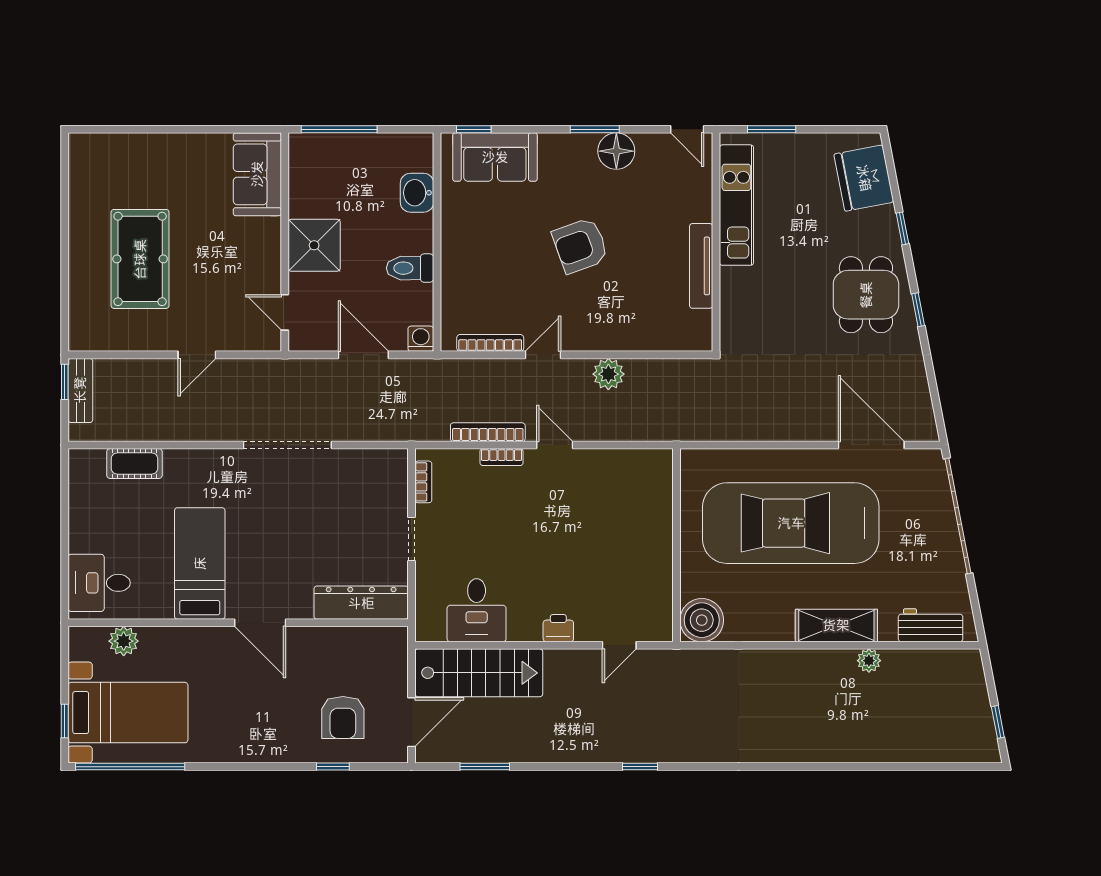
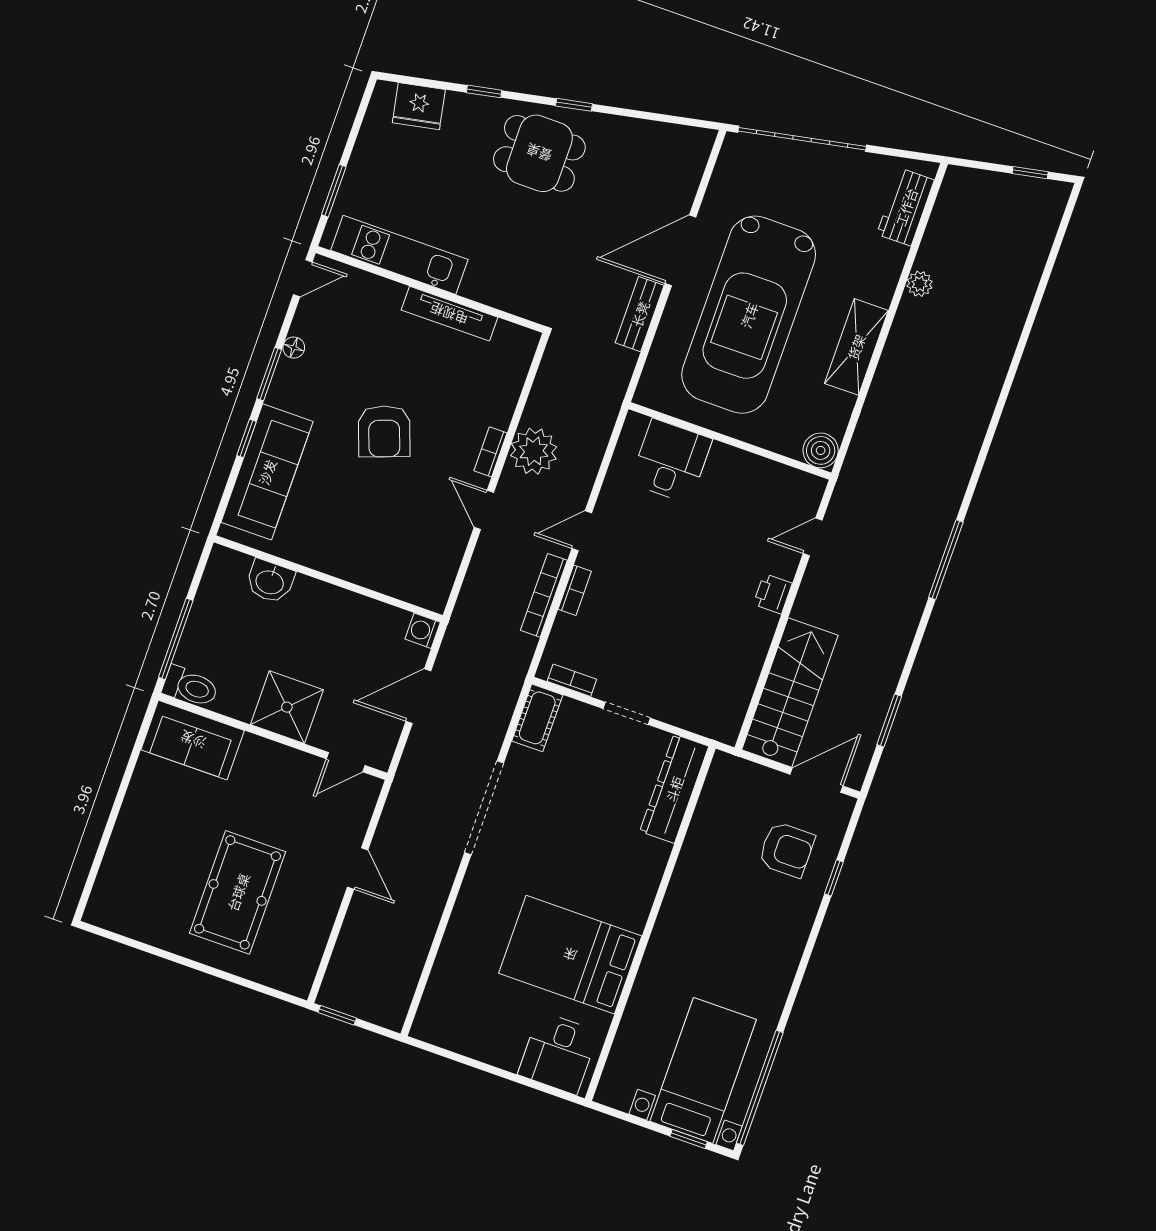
window: (474, 129) -> (246, 438), moved
floor lamp: (616, 151) -> (294, 348), width x0.53, depth x0.53
sofa: (495, 157) -> (267, 472), width x1.36
fridge: (864, 178) -> (419, 106), width x0.73, depth x0.75
pool table: (140, 259) -> (238, 892), turned 90
toilet: (410, 268) -> (190, 687), moved, turned -90
bookcase: (490, 343) -> (491, 452), moved, width x0.64
plant: (608, 374) -> (534, 451), width x1.36, depth x1.36
bench: (80, 390) -> (640, 314), moved, turned 90
door: (871, 445) -> (680, 250), moved
cot: (134, 464) -> (537, 718), moved
bed: (200, 563) -> (570, 955), width x1.50
desk: (477, 610) -> (671, 461), moved, turned -90
boiler: (702, 620) -> (821, 450), width x0.73, depth x0.73
door: (260, 623) -> (658, 901), removed
shelving: (836, 625) -> (856, 347), moved
plant: (124, 641) -> (627, 1049), removed
door: (619, 645) -> (813, 537), swing flipped
door: (412, 722) -> (816, 780), hinge flipped
window: (640, 767) -> (946, 560), width x2.17

